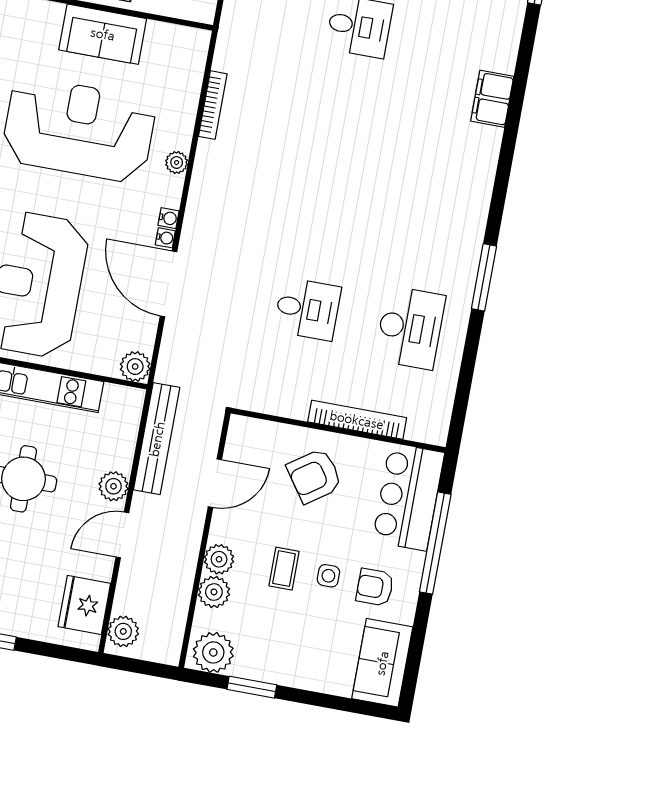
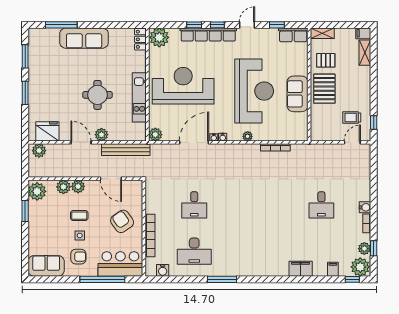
filing cabinet: (507, 27) -> (333, 269), added
water cooler: (440, 406) -> (163, 270), added
armchair: (375, 587) -> (78, 257), turned 90

